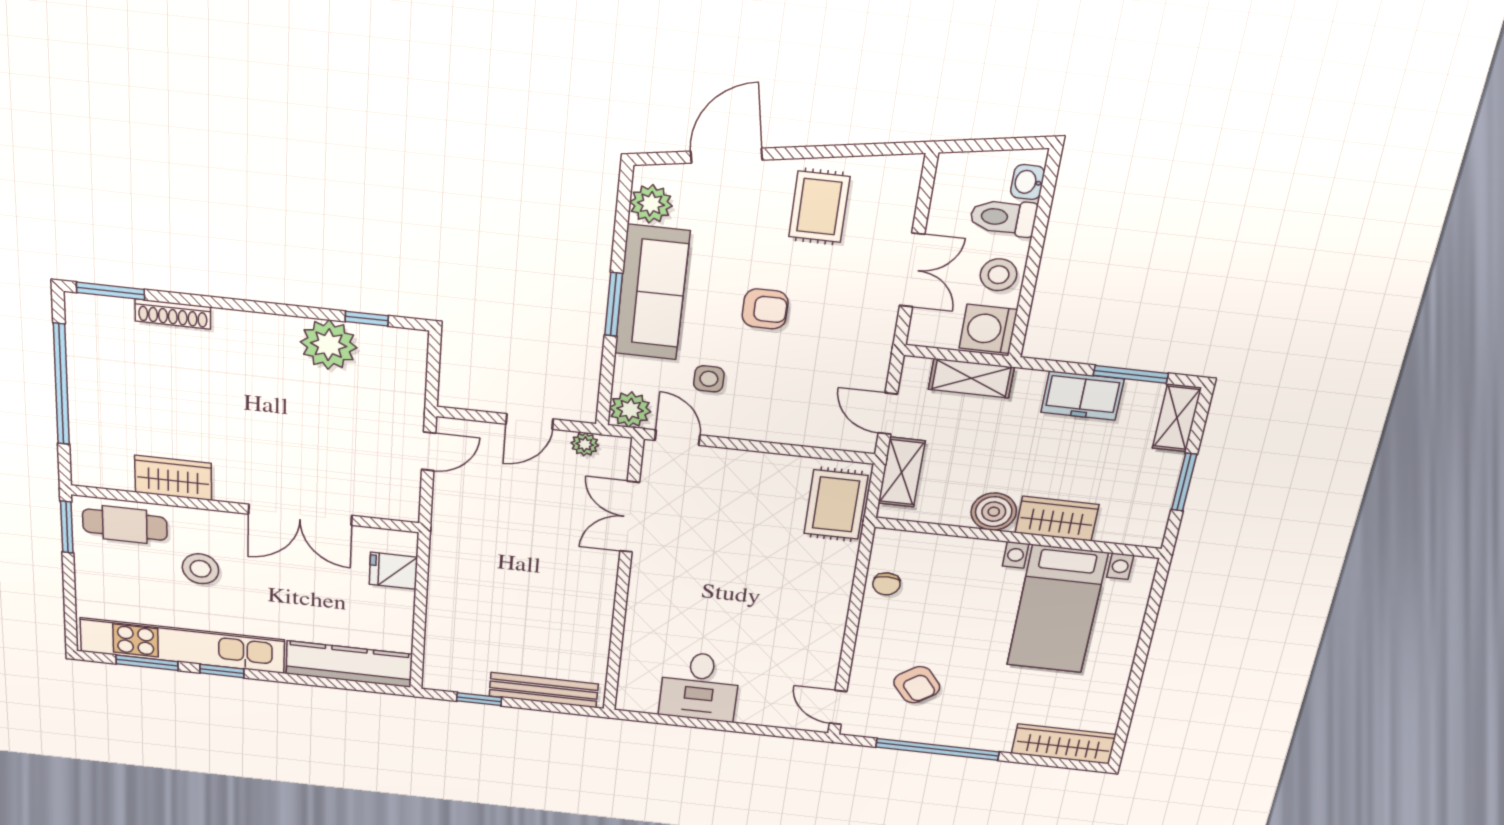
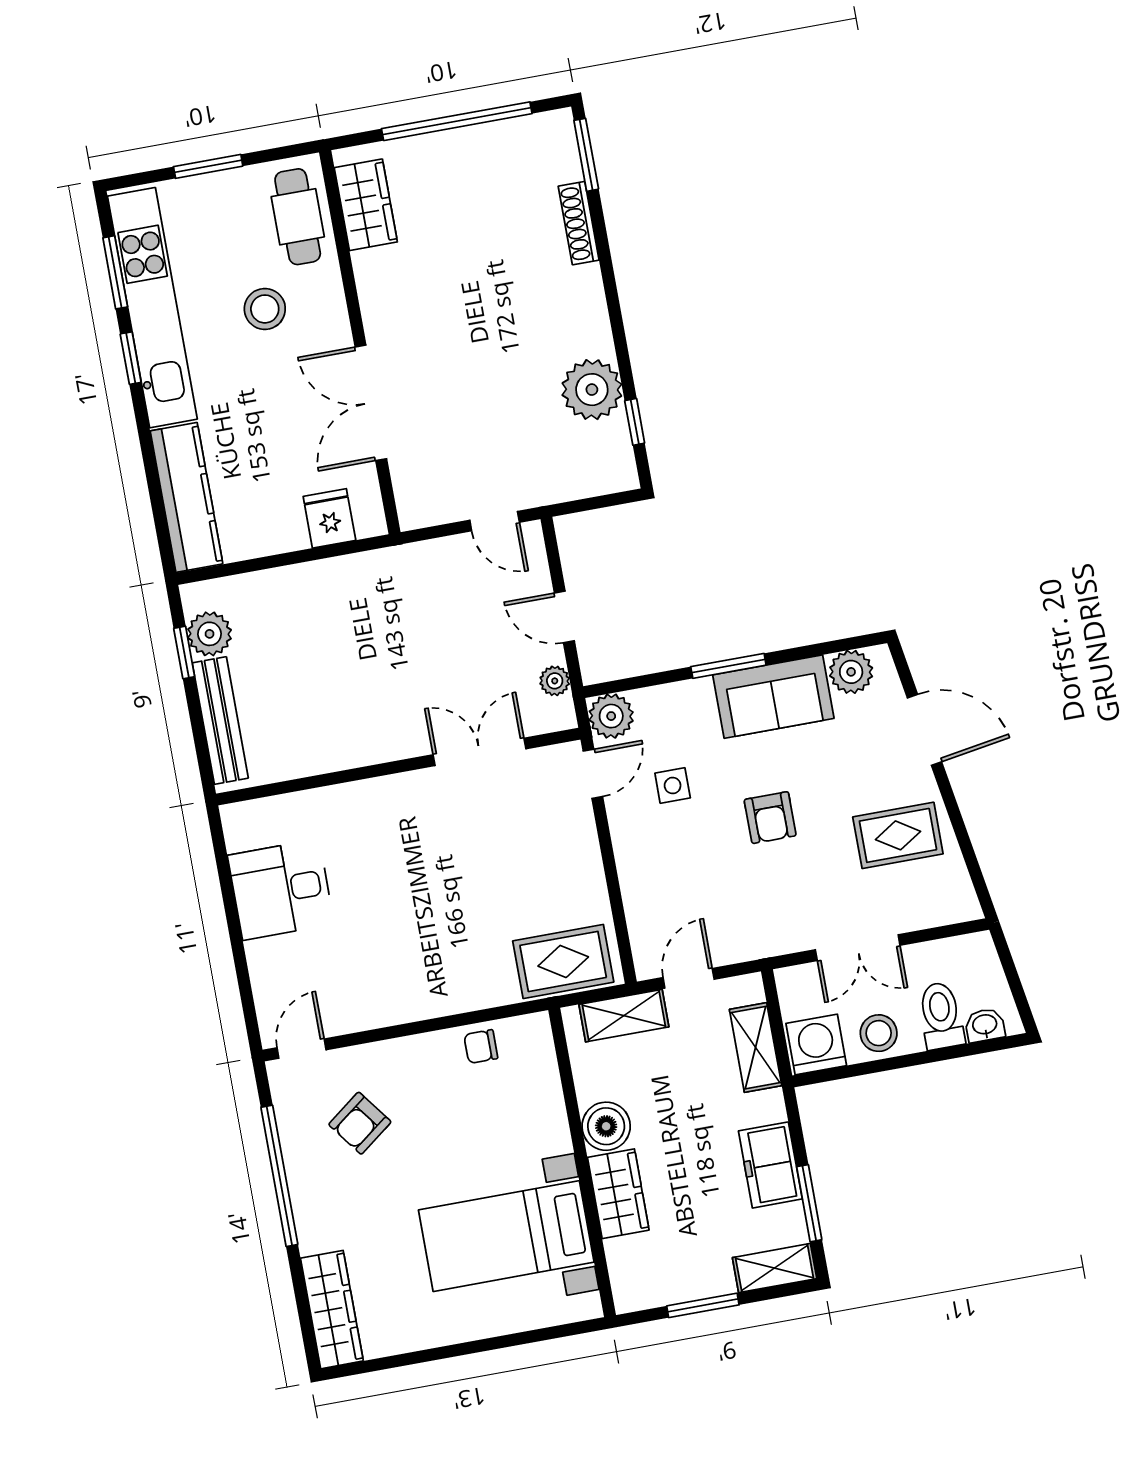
sofa: (652, 293) -> (773, 697), width x0.73
wardrobe: (173, 478) -> (366, 205), moved
window: (67, 527) -> (208, 166), moved
plant: (468, 678) -> (210, 634), added

